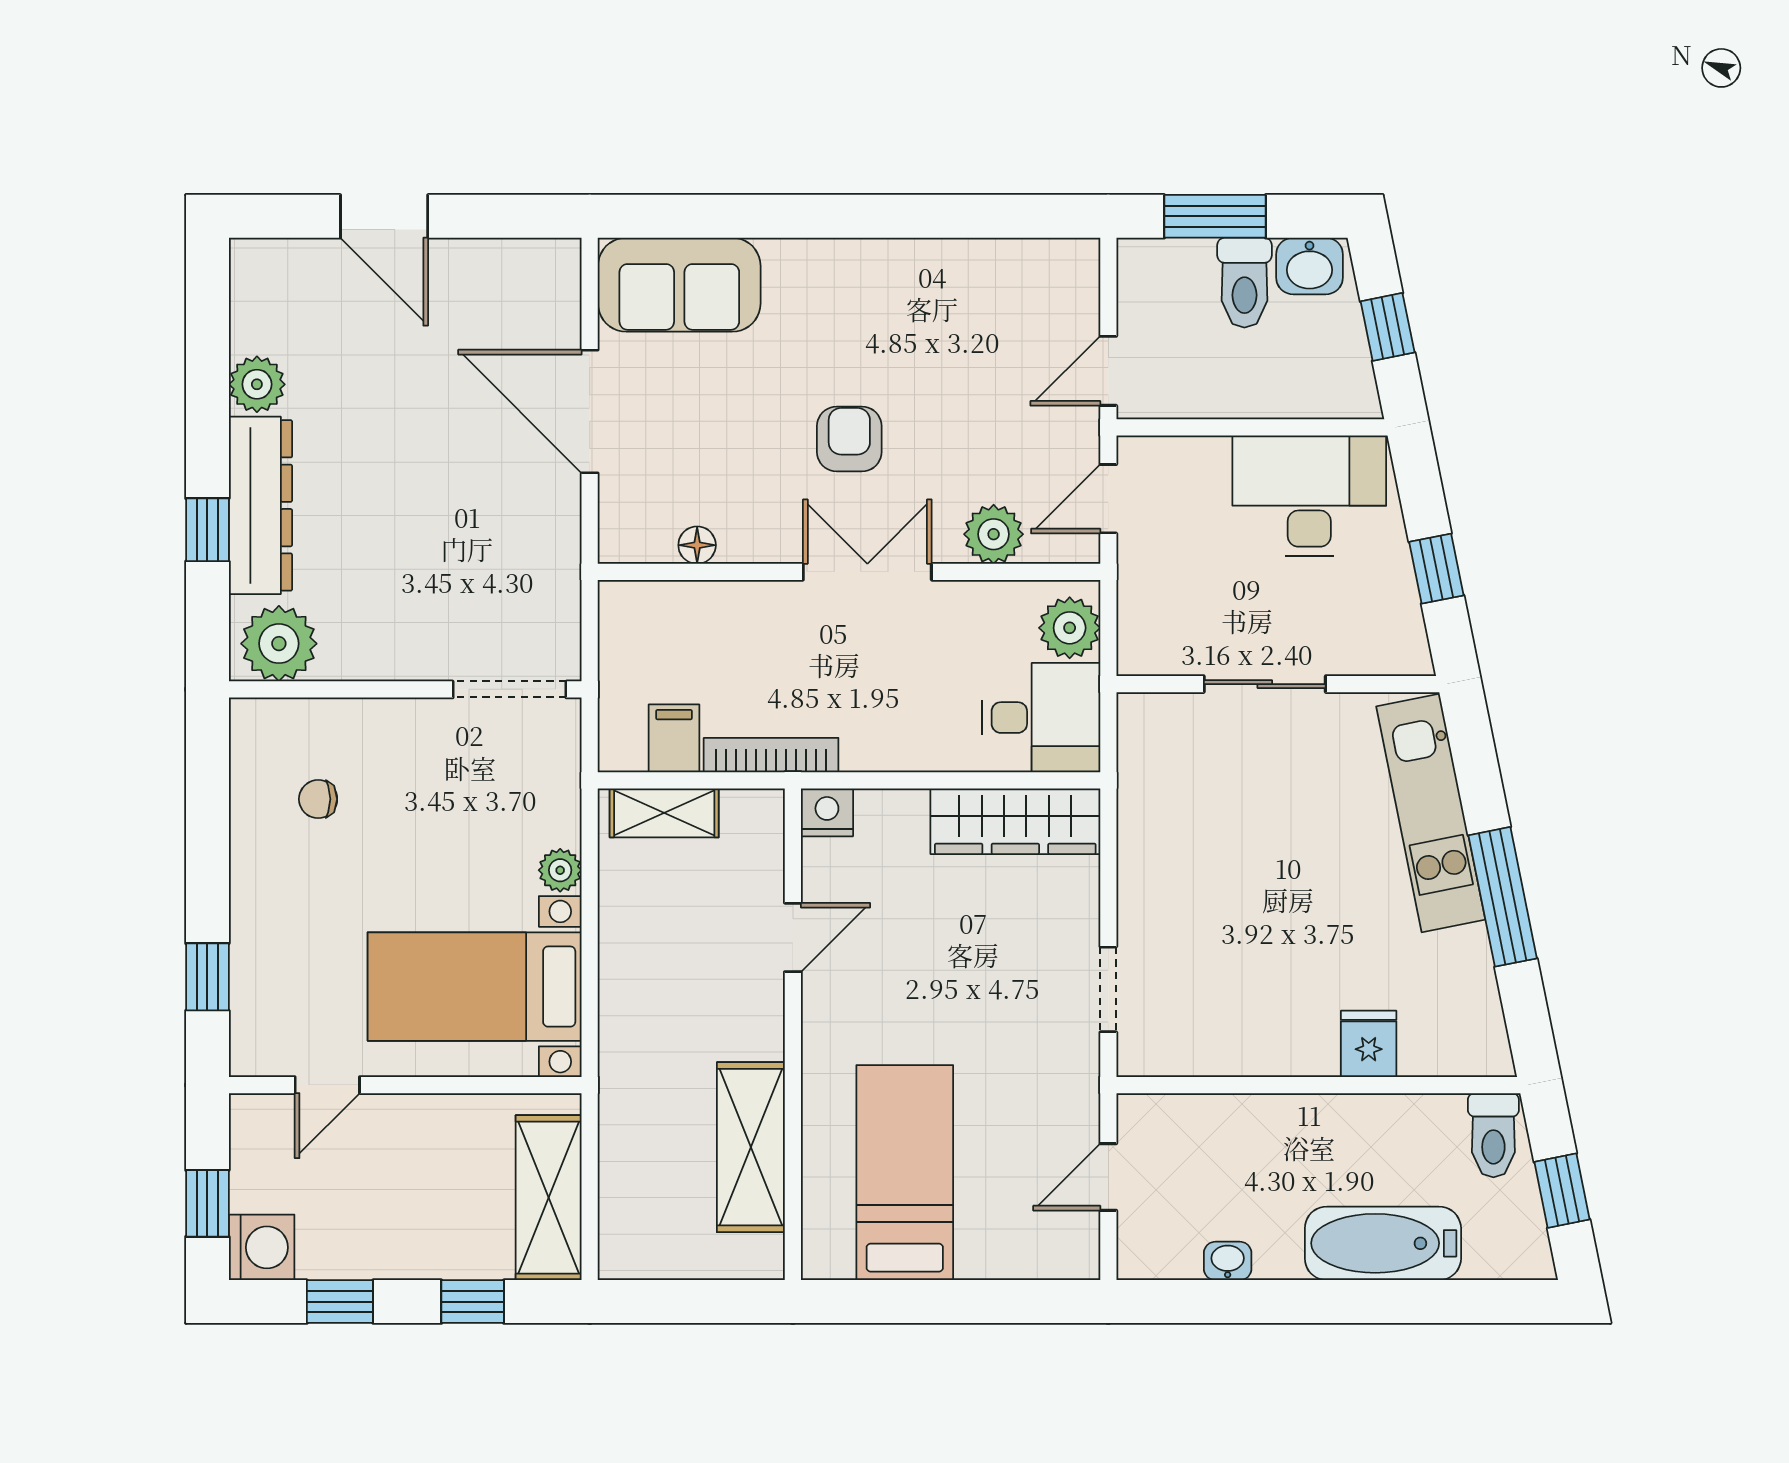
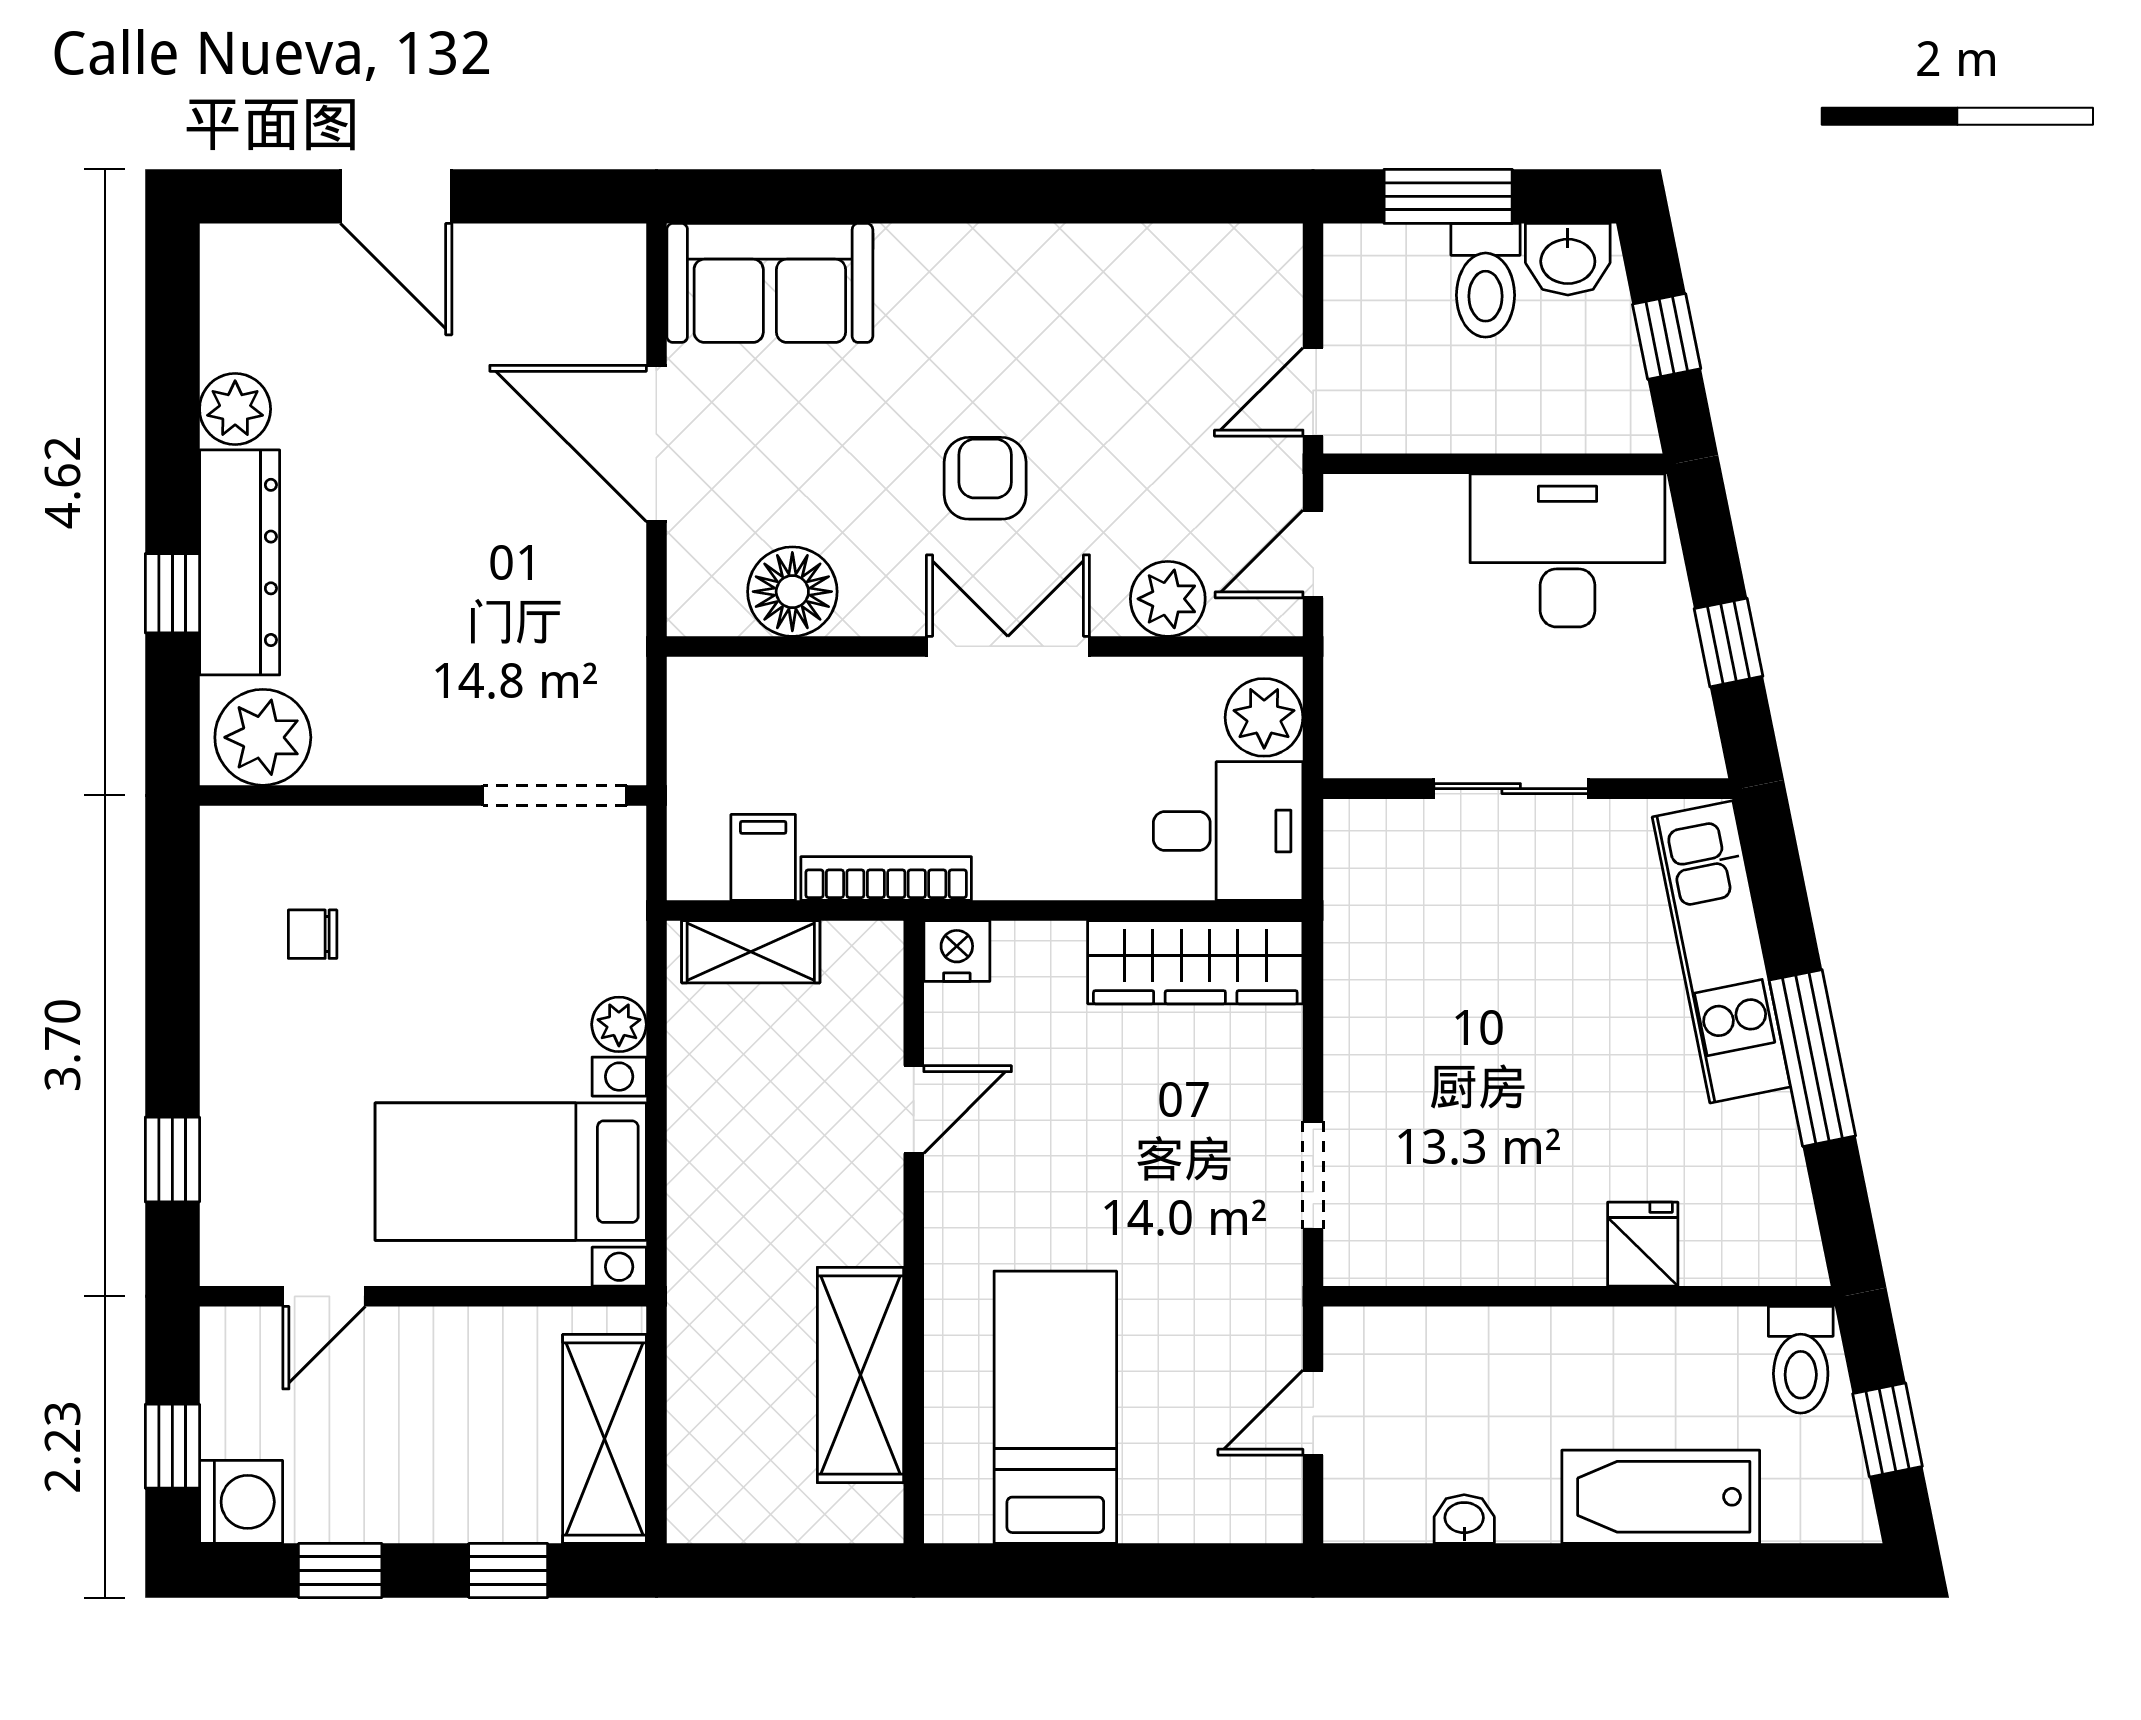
floor lamp: (697, 545) -> (792, 592), width x1.89, depth x1.89

